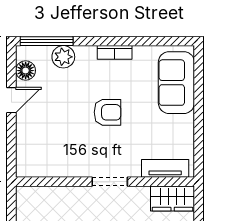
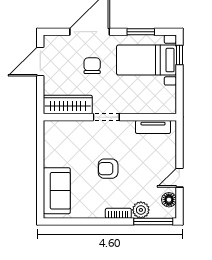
bookcase: (115, 52) -> (118, 213), moved
tv unit: (165, 168) -> (153, 127), moved
wardrobe: (173, 198) -> (68, 105), width x1.50

